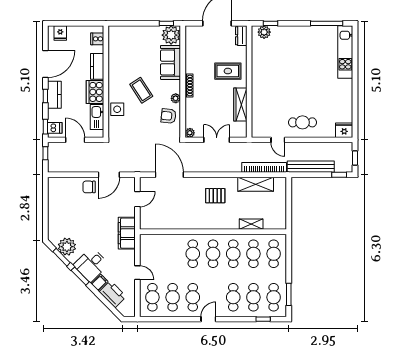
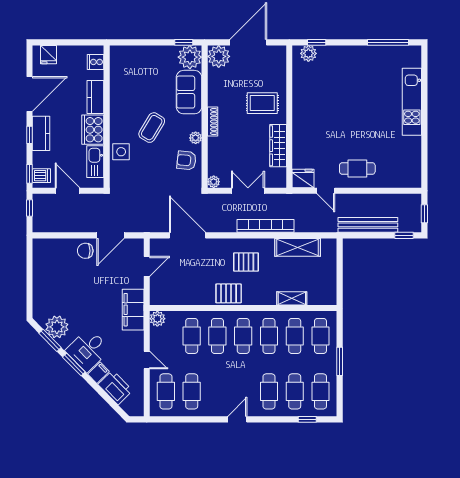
plant: (194, 34) -> (219, 56), added
dresser: (241, 36) -> (279, 58), removed
kitchen unit: (345, 52) -> (412, 102), moved
coffee table: (141, 90) -> (152, 128), turned 64
fridge: (344, 130) -> (303, 178), moved
bookcase: (264, 167) -> (265, 226), moved
pallet: (201, 220) -> (229, 293), added
plant: (146, 240) -> (157, 319), added
window: (289, 294) -> (340, 361), moved
cafe table: (193, 297) -> (192, 336), moved

